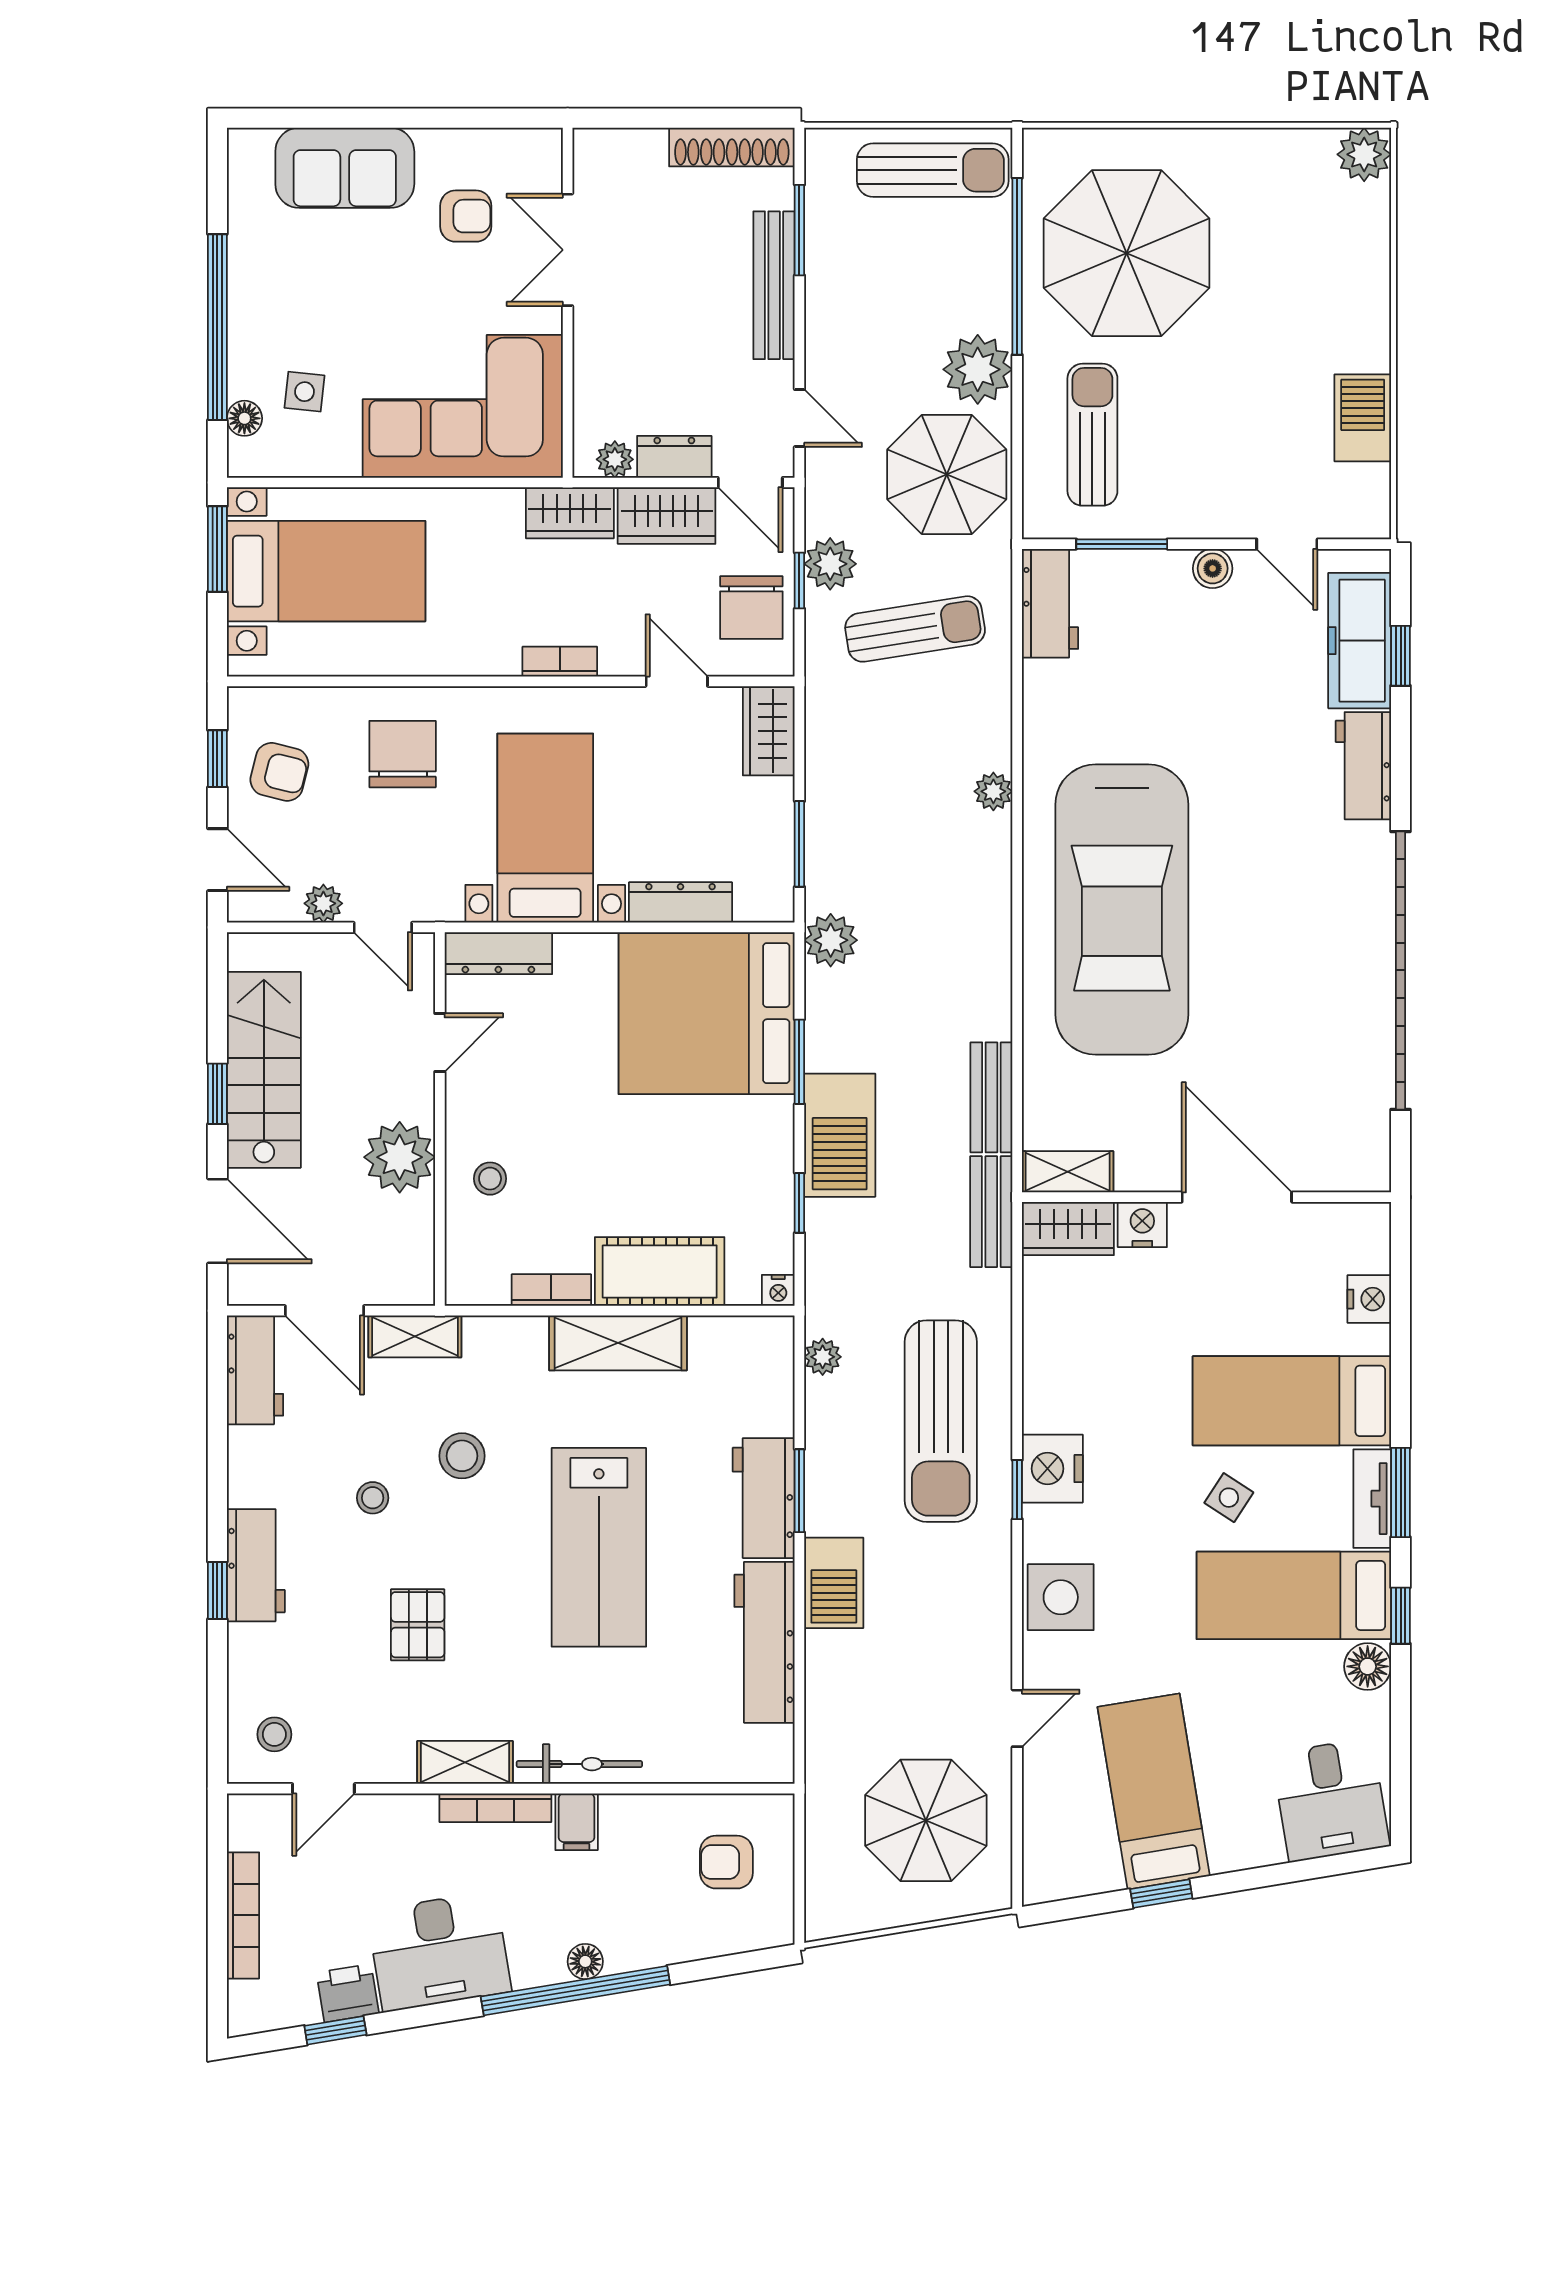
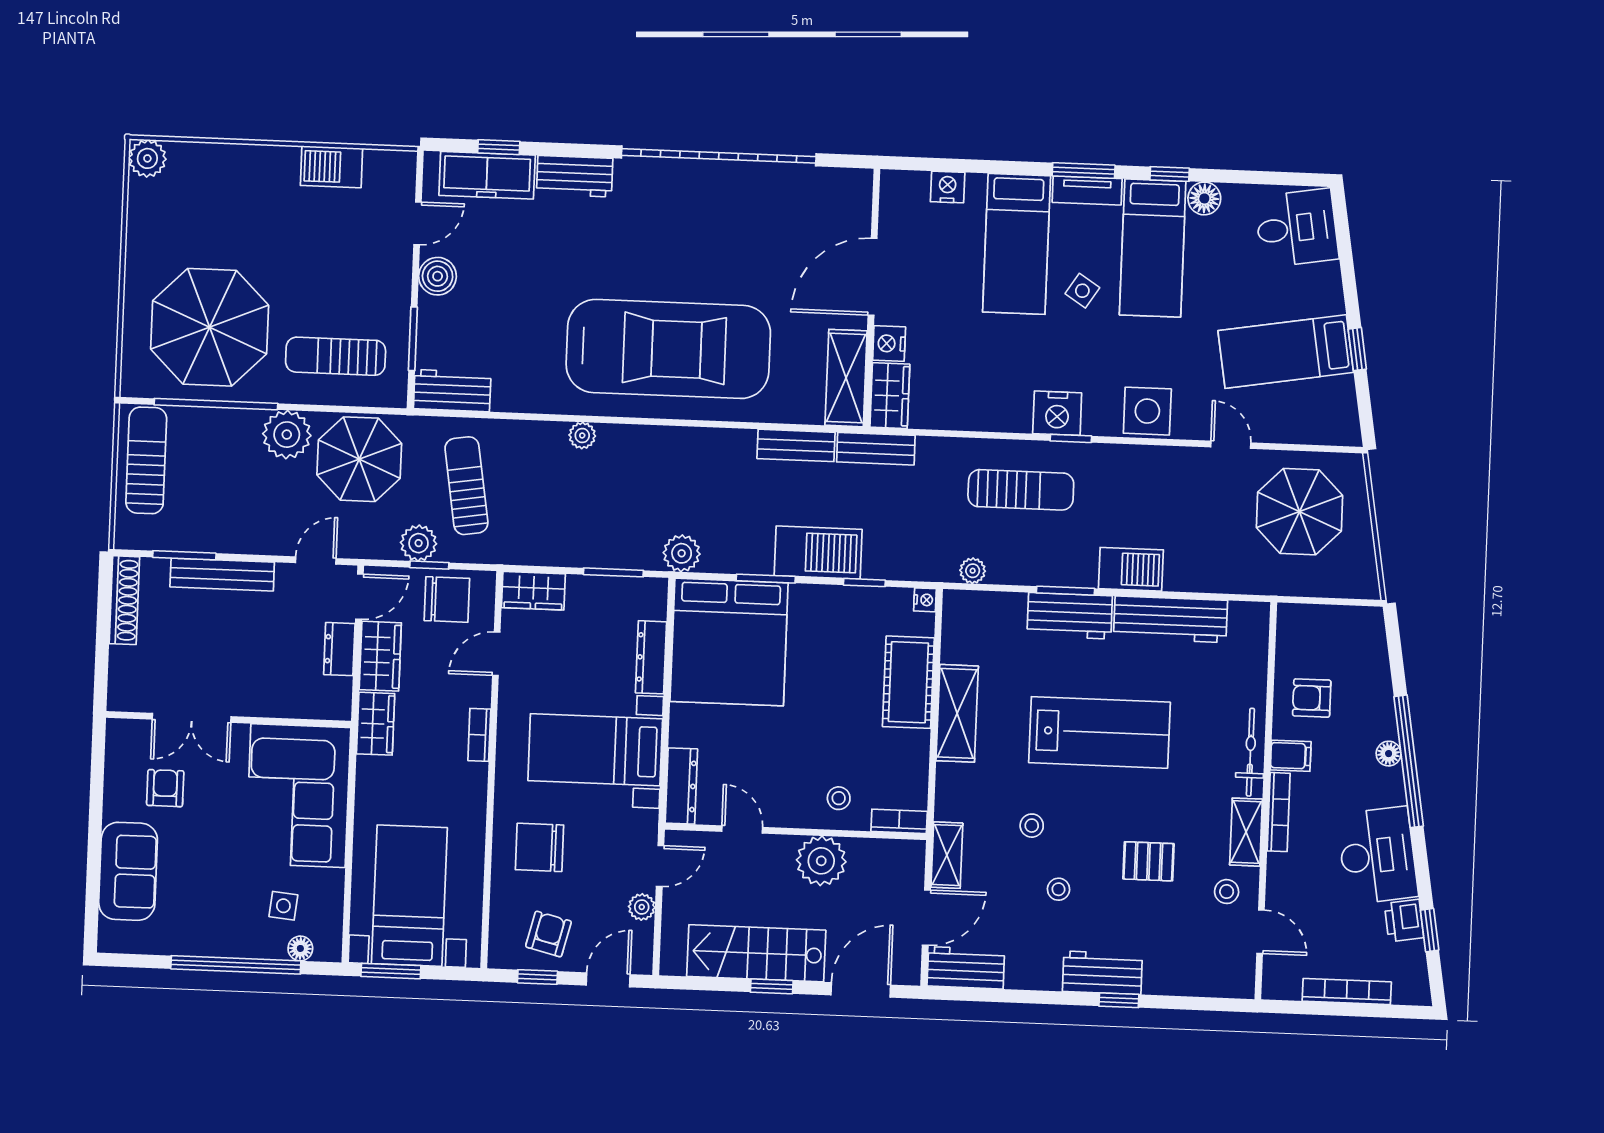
plant: (615, 459) -> (339, 691), removed
boiler: (1213, 568) -> (438, 276), width x1.36, depth x1.36
shelving: (1068, 1172) -> (846, 378), width x1.50, depth x1.33
bookcase: (551, 1290) -> (899, 821), moved, turned 90
sun lounger: (941, 1421) -> (1021, 490), width x0.73, depth x0.75
stool: (462, 1456) -> (1032, 826), width x0.73, depth x0.73
stool: (274, 1734) -> (1227, 892), moved
armchair: (726, 1862) -> (1312, 698), moved, turned 90

